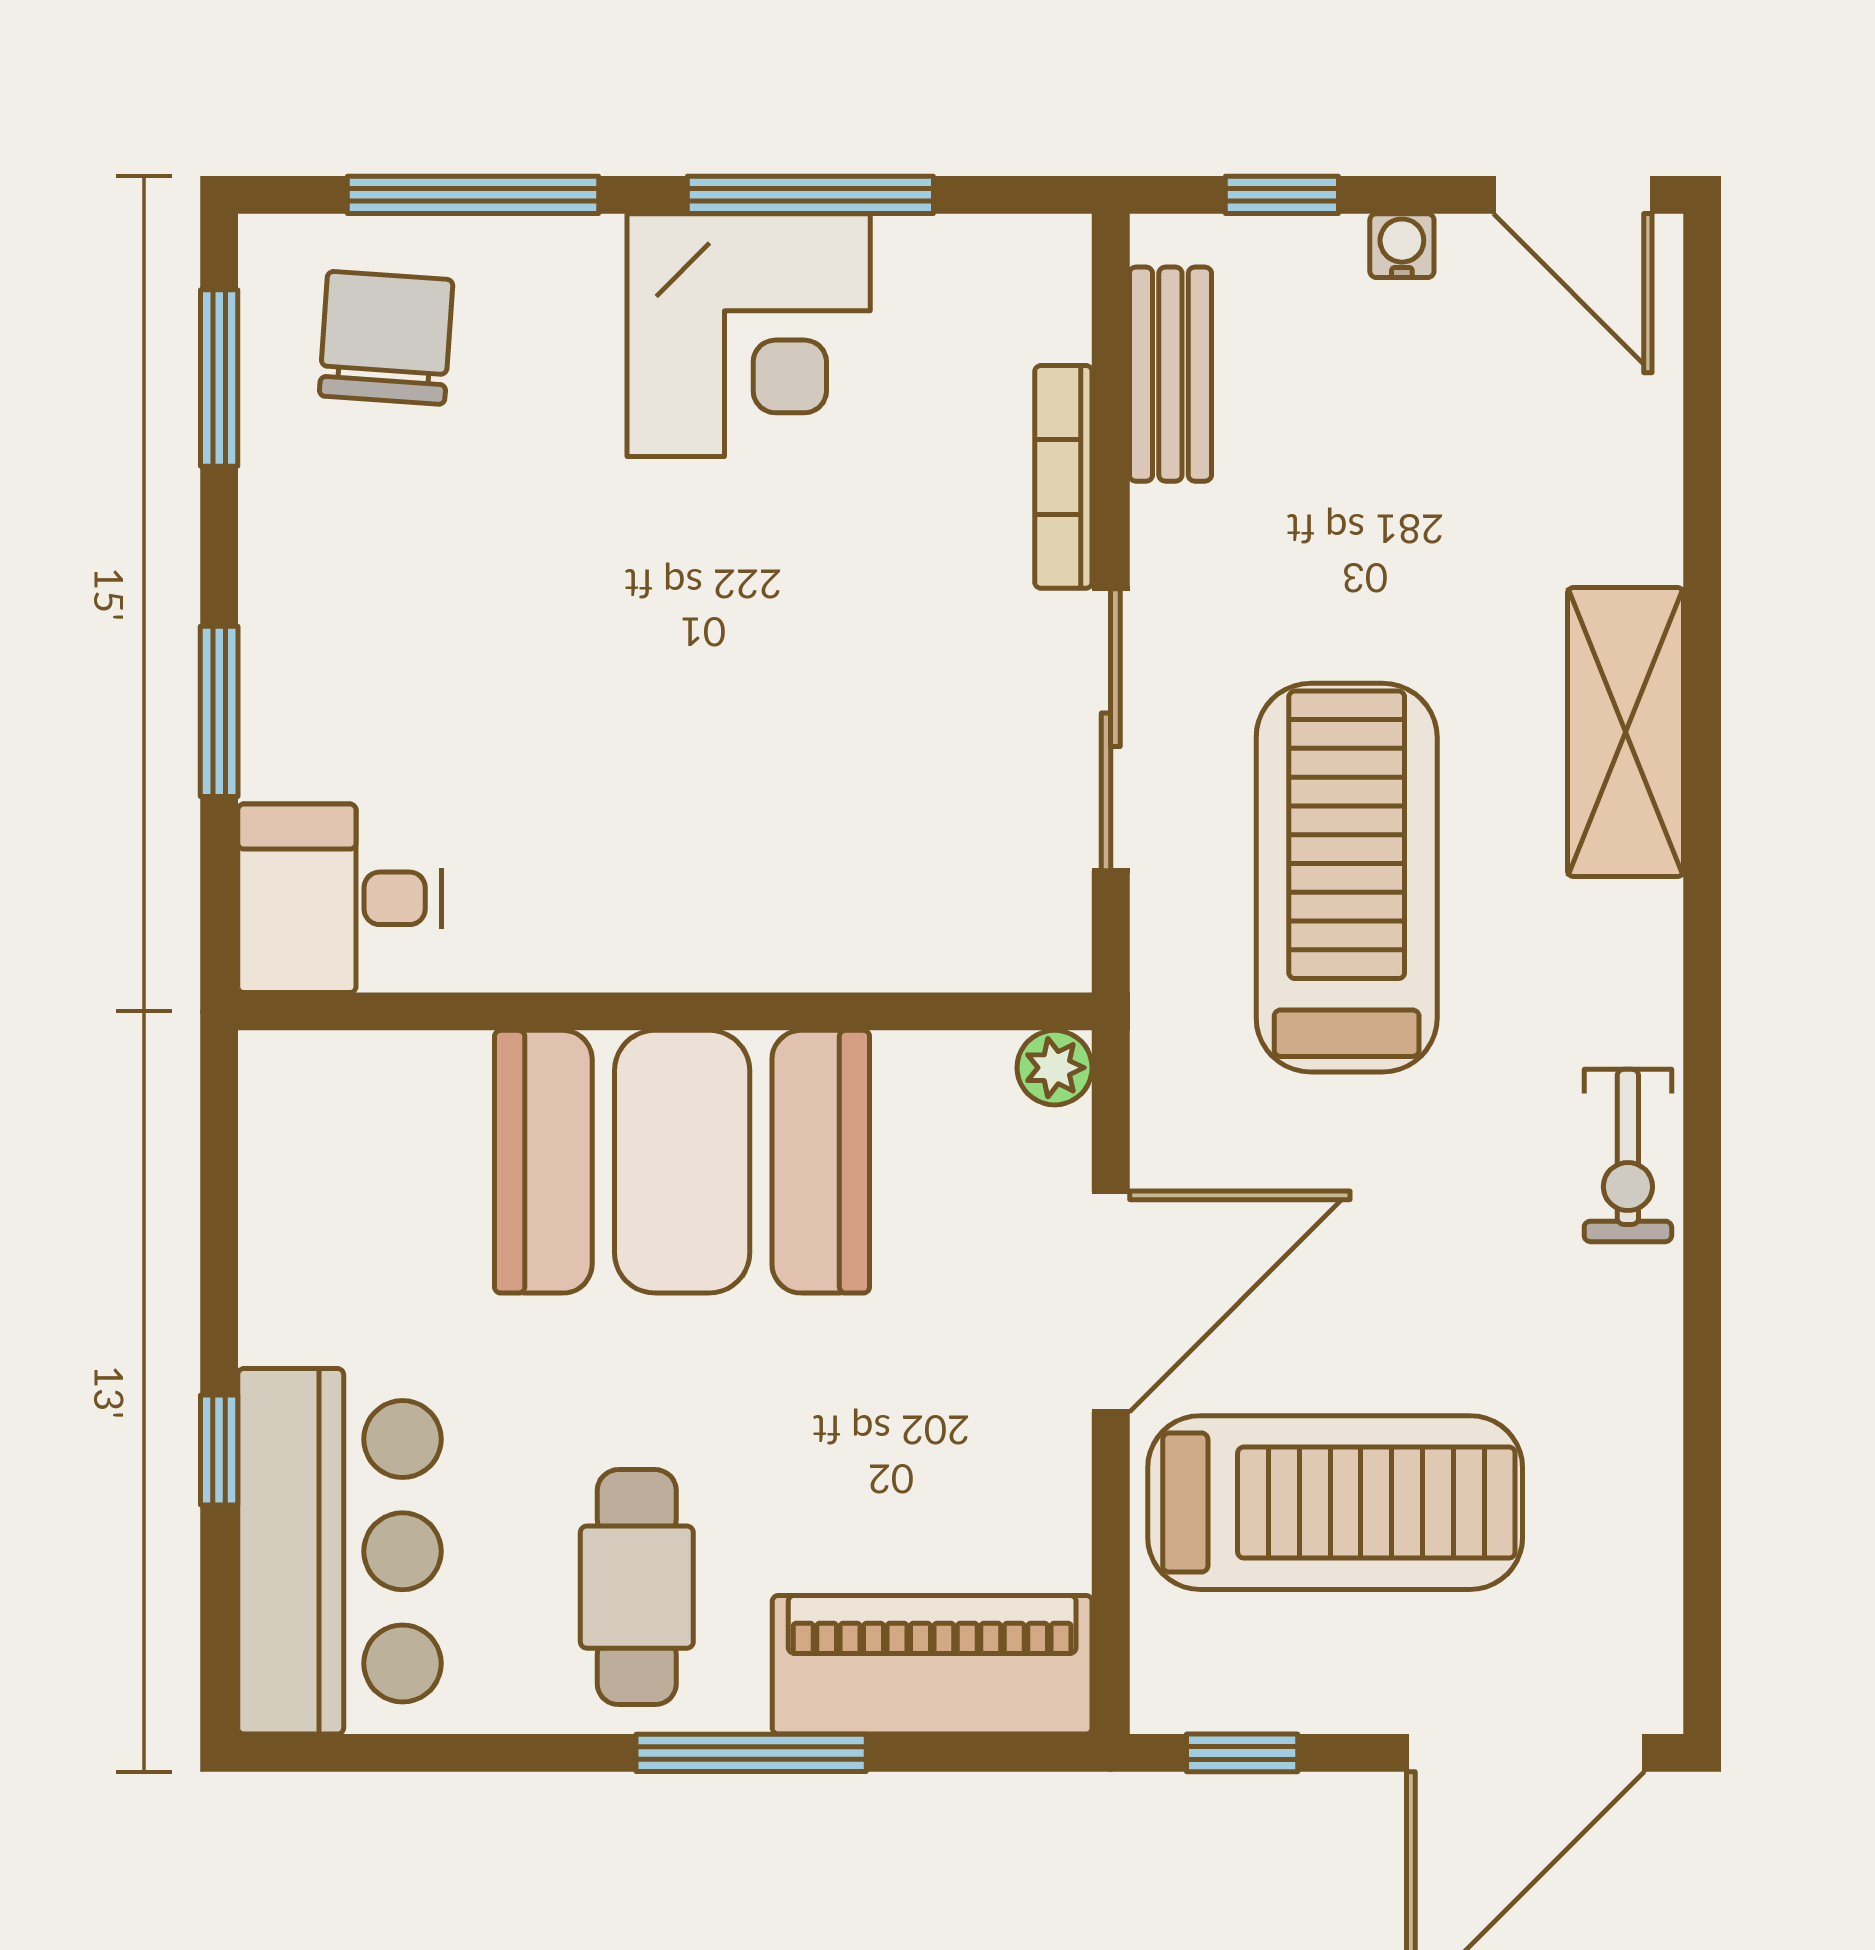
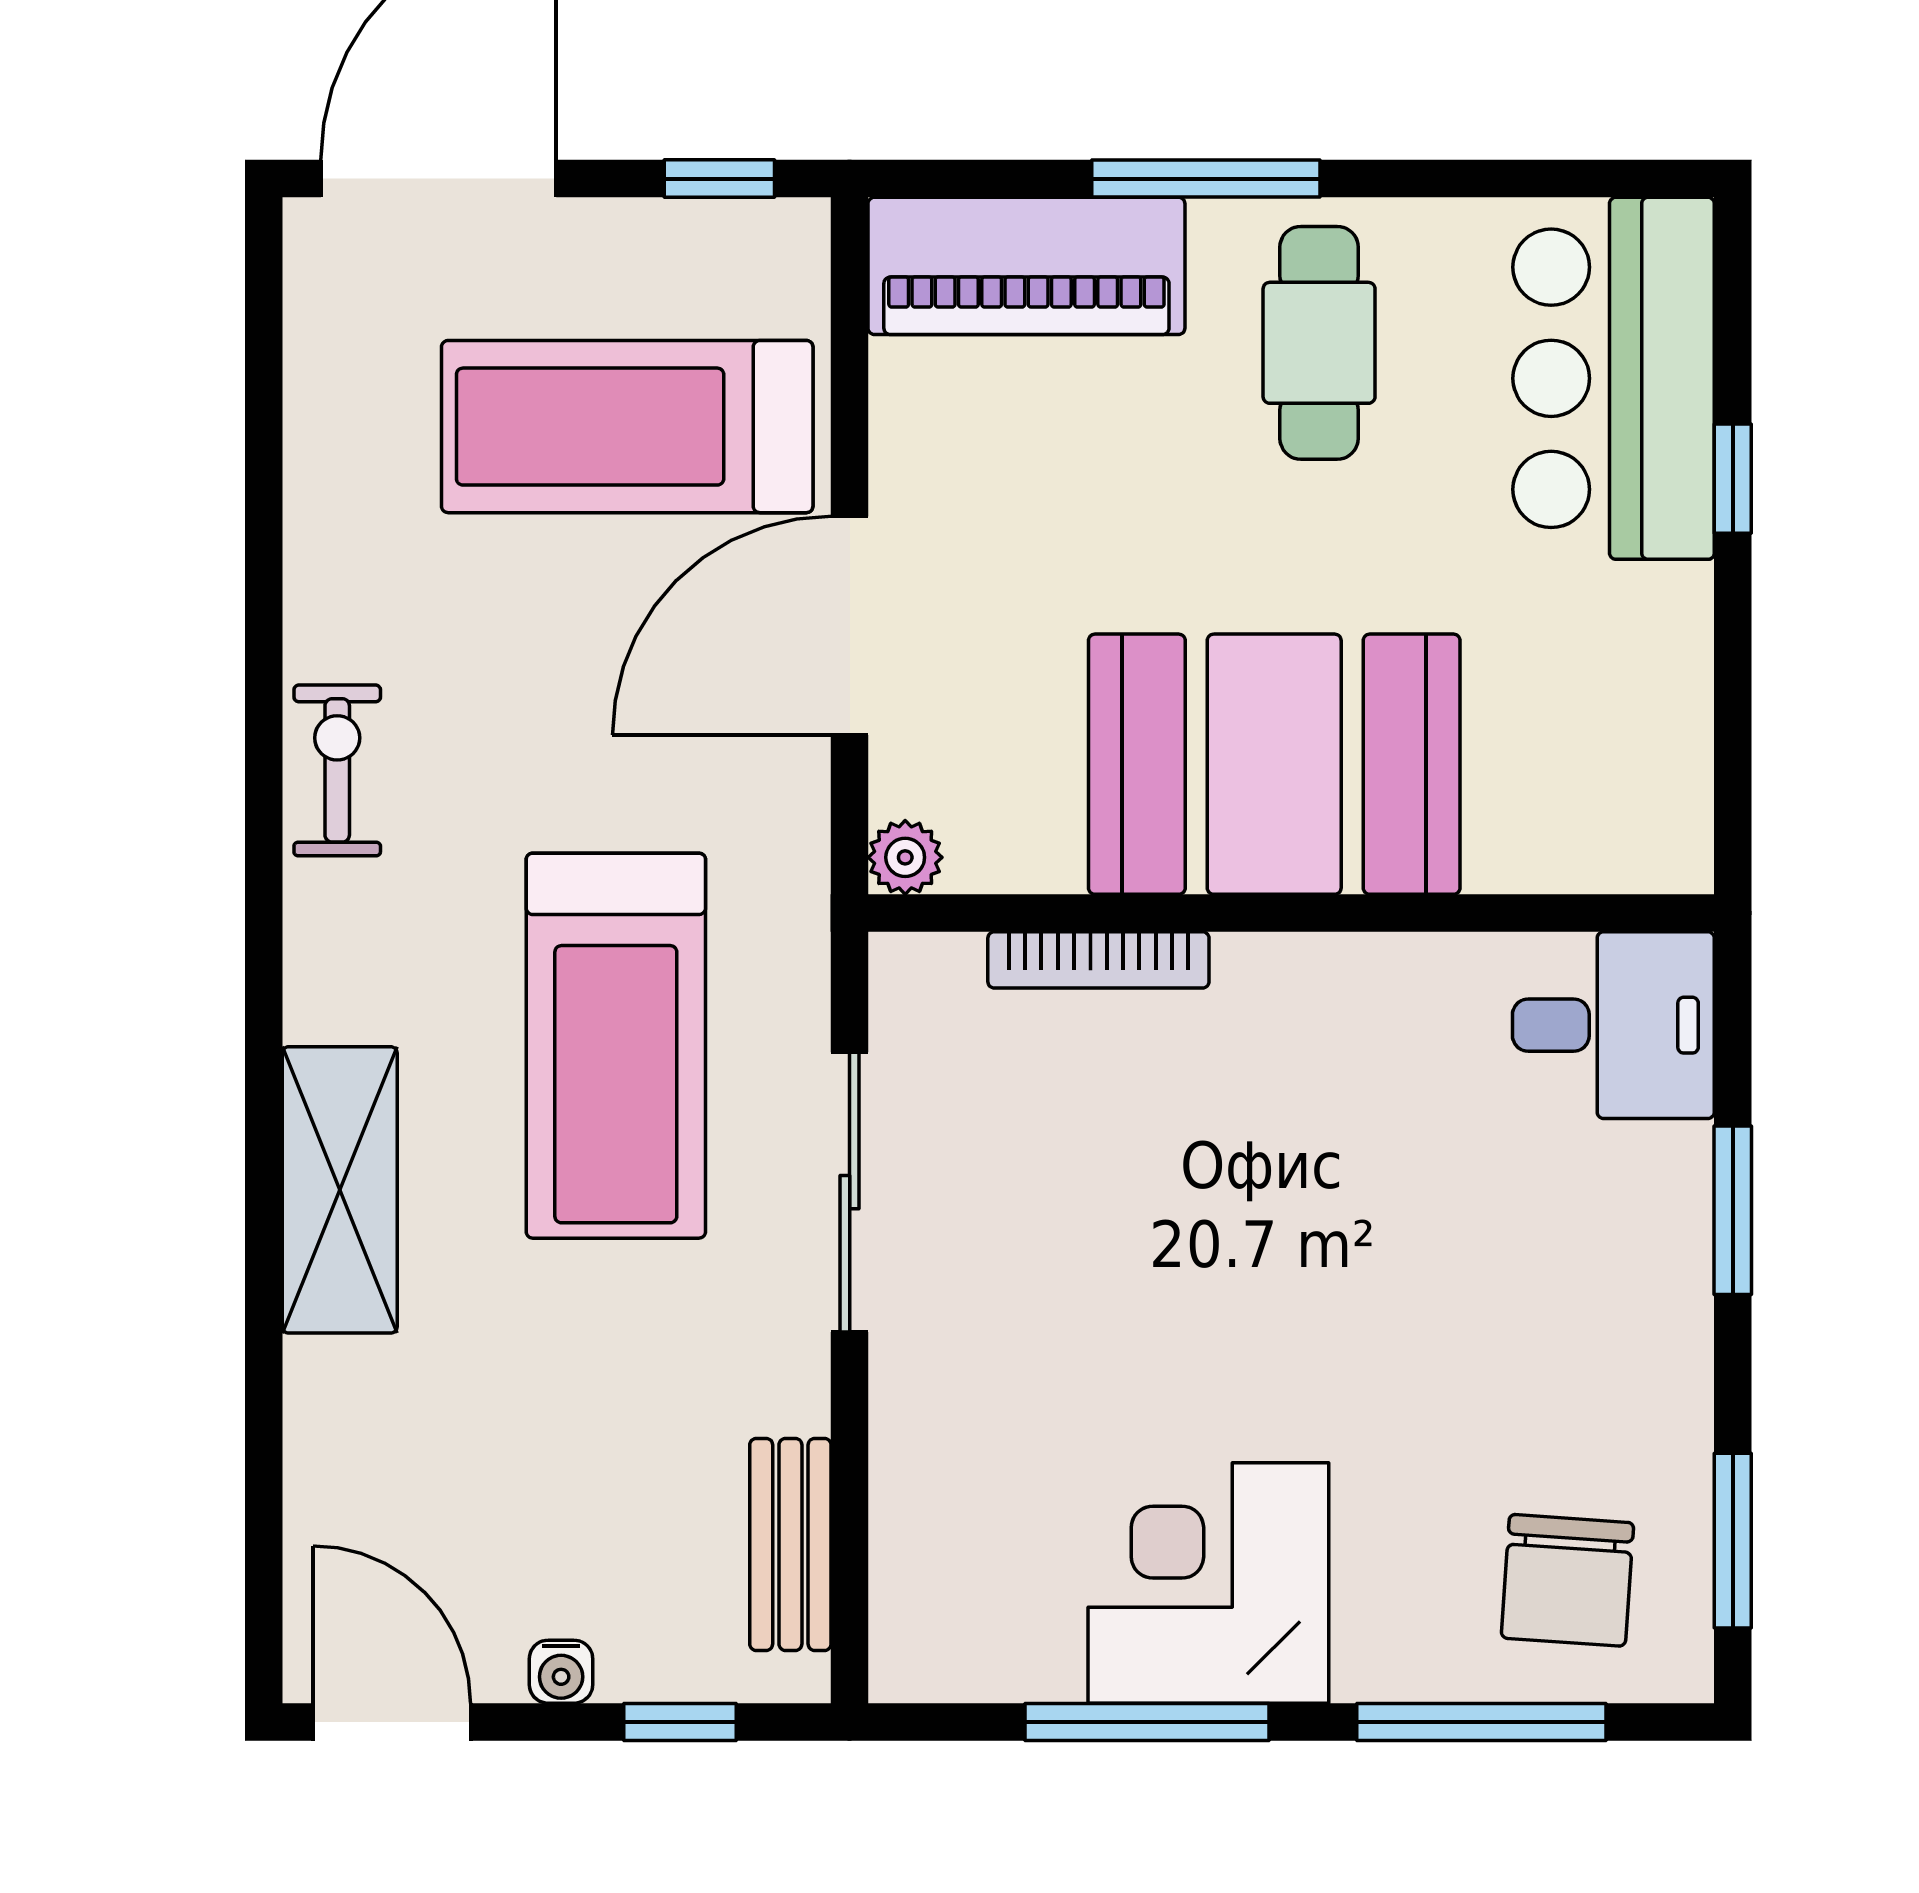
bookcase: (1063, 477) -> (1098, 960), moved, turned 90

